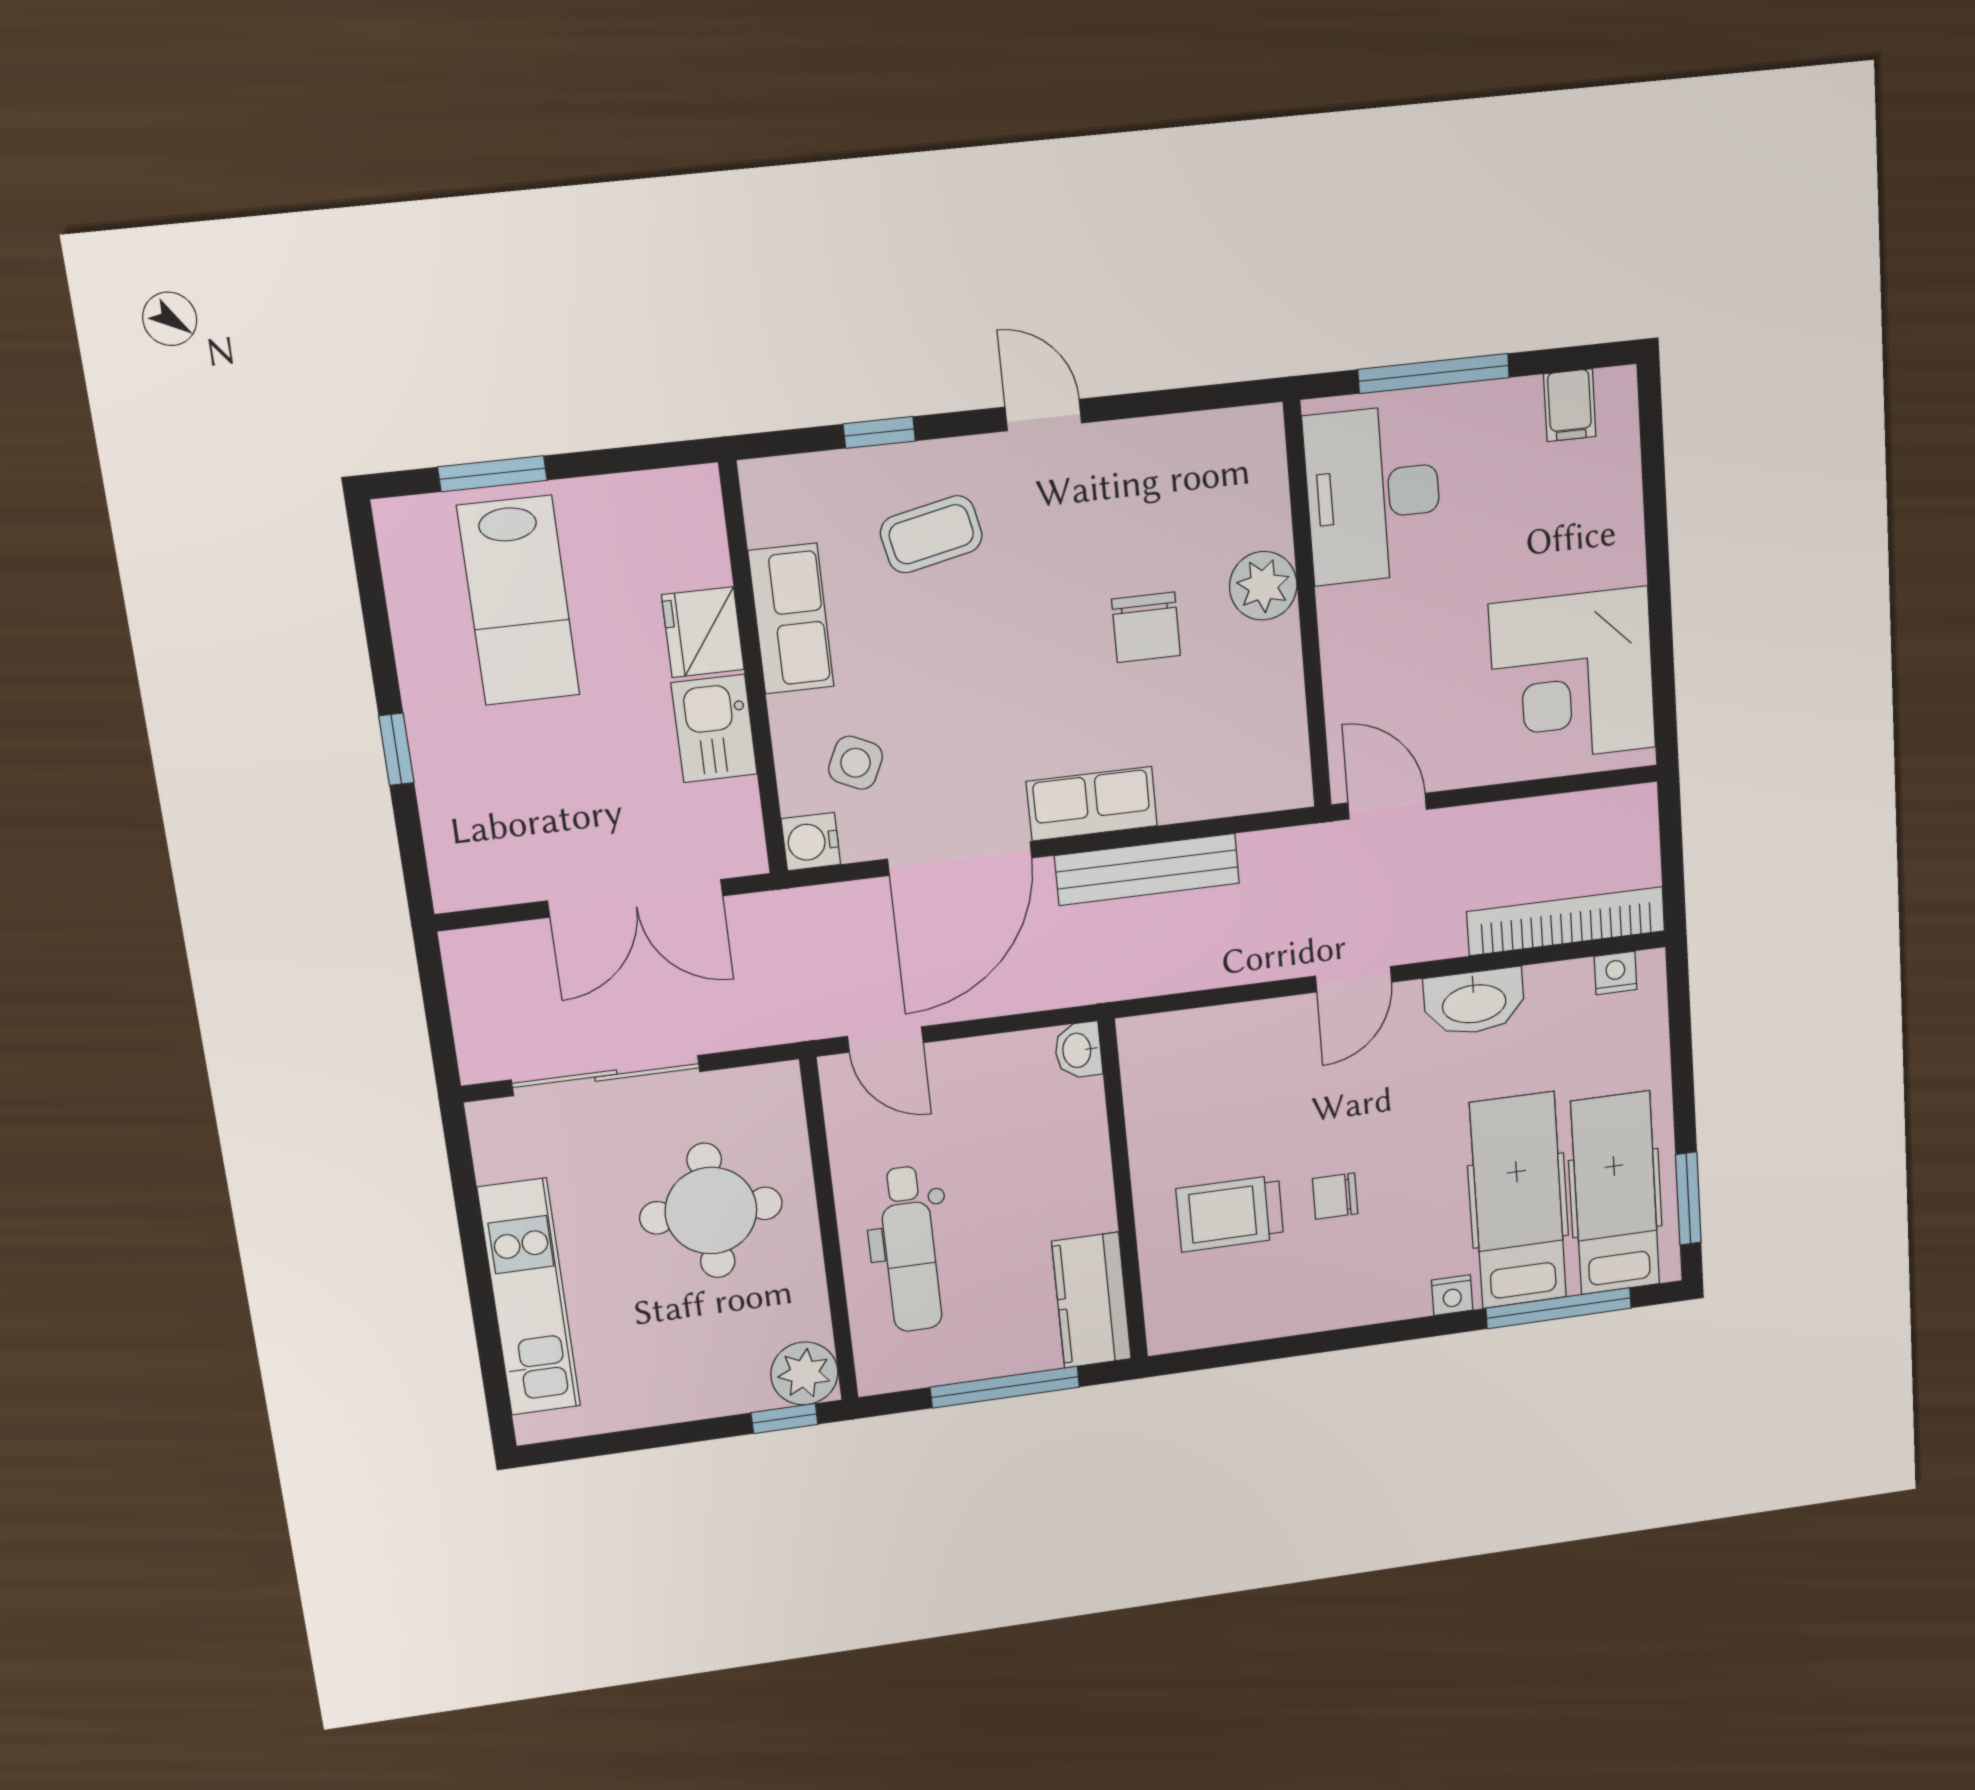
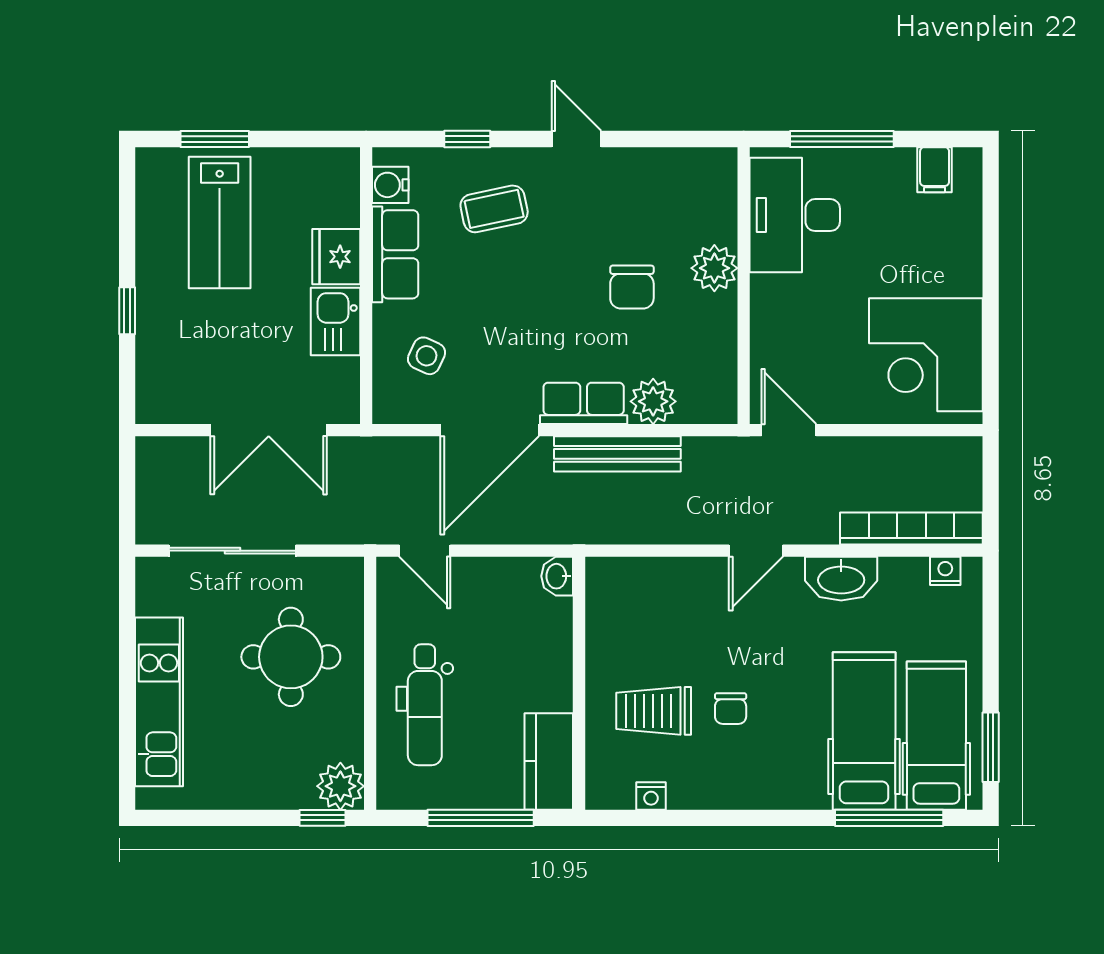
plant: (1191, 789) -> (653, 401), added
water cooler: (811, 842) -> (390, 185), moved
chair: (1335, 1196) -> (731, 709), turned -90
nightstand: (1452, 1295) -> (651, 796), moved

